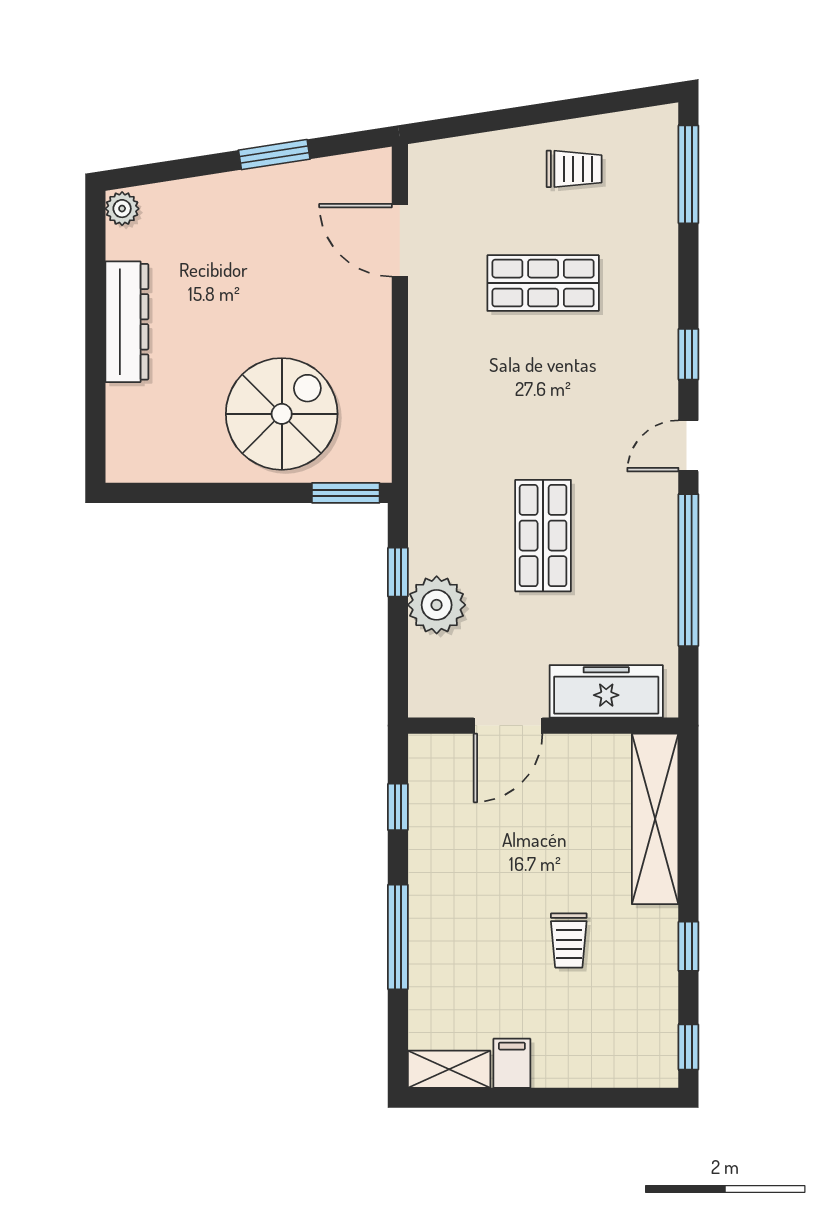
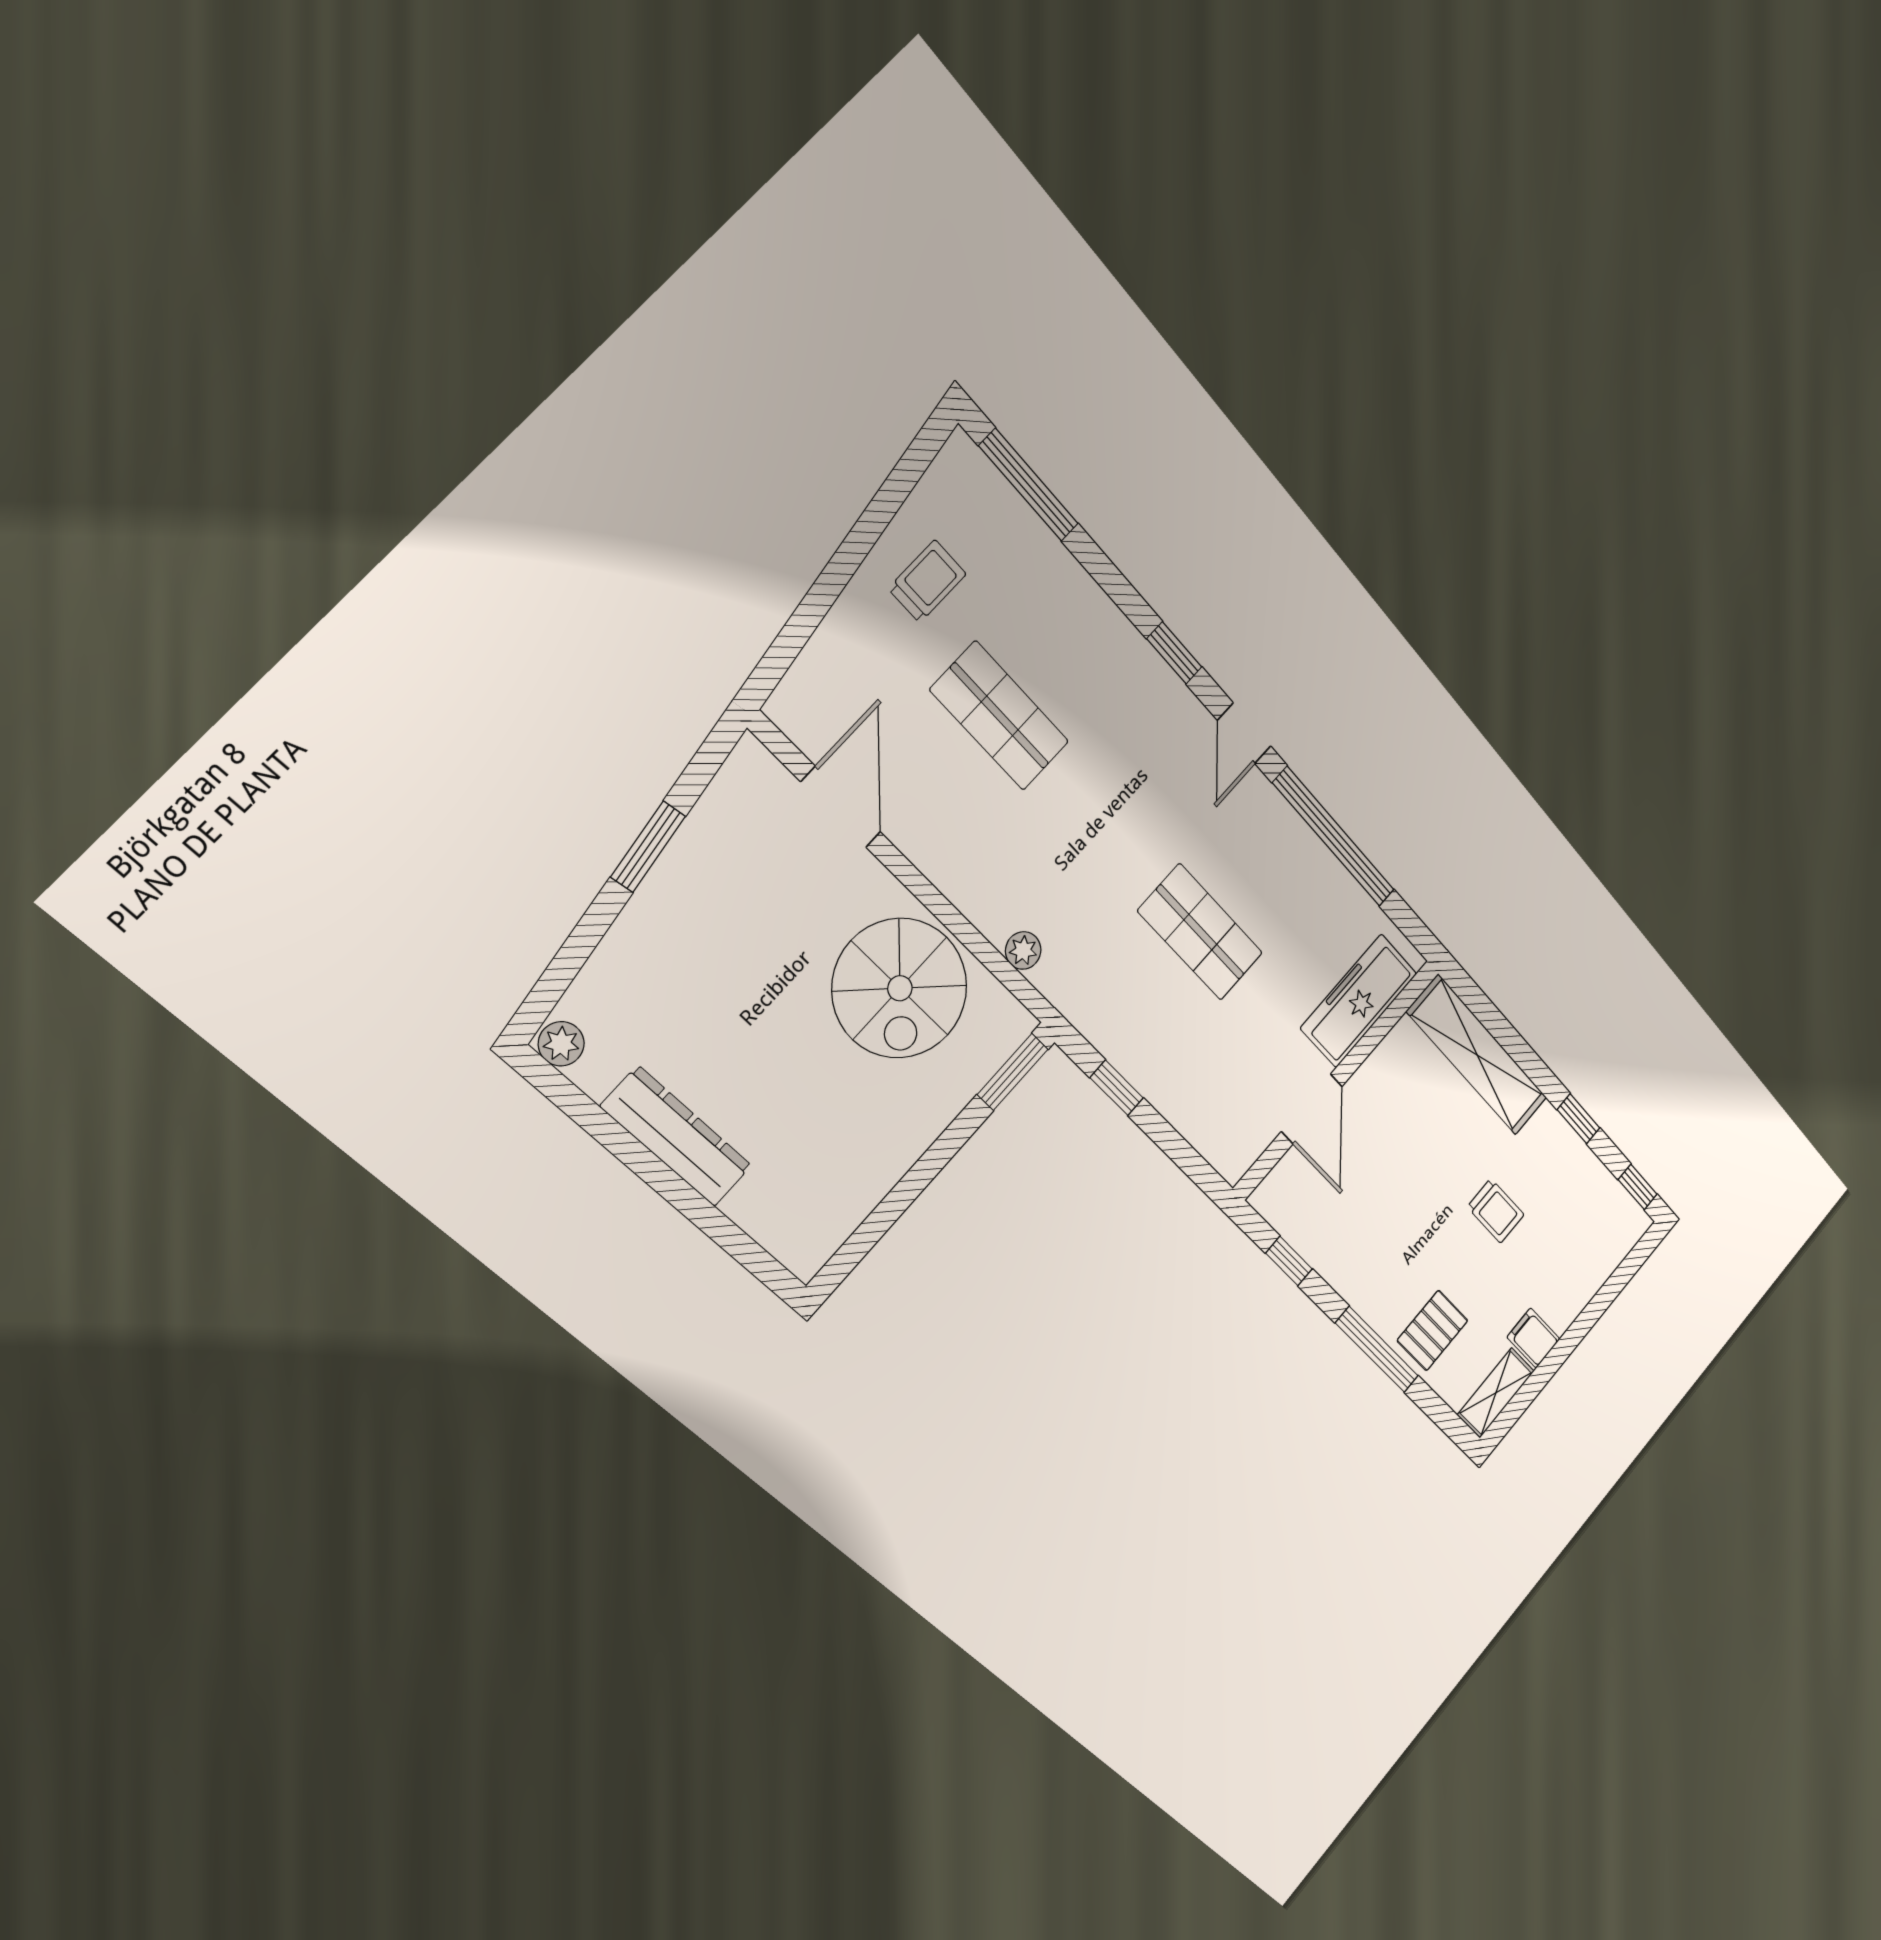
door: (400, 240) -> (841, 807), swing flipped
shop shelf: (543, 283) -> (1000, 716), turned 90
spiral stairs: (282, 414) -> (900, 988), moved, turned 180
plant: (437, 605) -> (1023, 950), moved, width x0.53, depth x0.53
pallet: (447, 970) -> (1433, 1330), added

